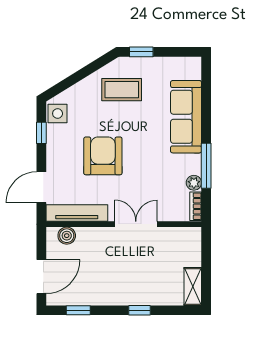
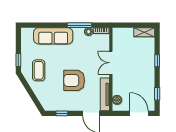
side table: (58, 114) -> (51, 105), removed

